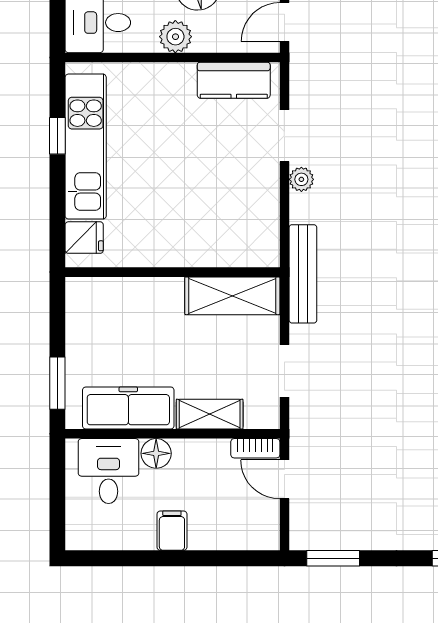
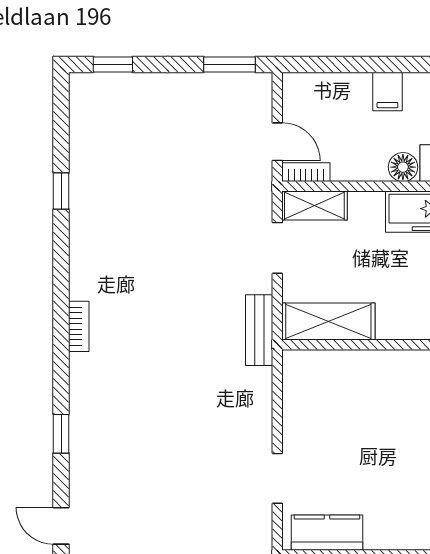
plant: (301, 179) -> (261, 436), removed
bench: (303, 274) -> (259, 330), width x0.73
shelving: (210, 414) -> (314, 206), moved

